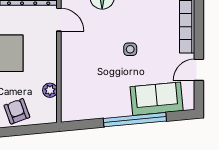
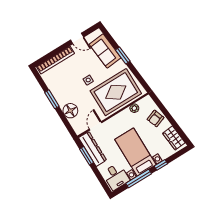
rug: (89, 78) -> (116, 92), added
window: (135, 120) -> (123, 56), width x0.47

